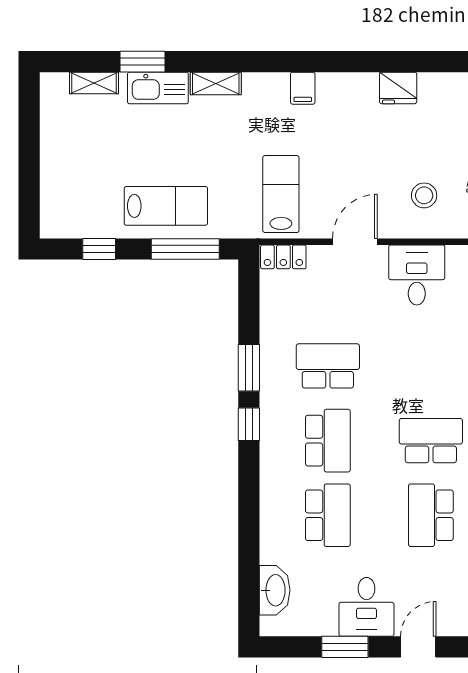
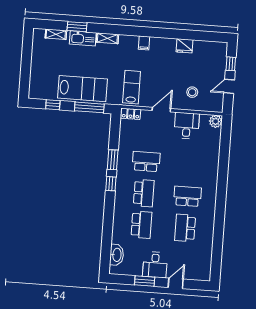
lab bench: (166, 206) -> (82, 89), width x1.36, depth x1.39

